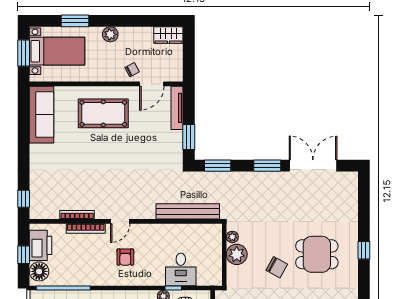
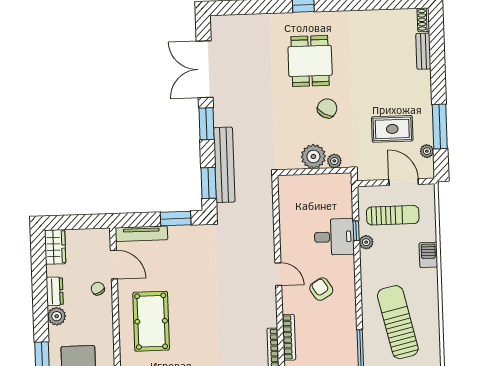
dresser: (131, 33) -> (55, 291), added
bench: (188, 211) -> (224, 165), moved
door: (120, 221) -> (278, 274), moved
plant: (232, 237) -> (334, 161), moved
armchair: (125, 257) -> (321, 289), turned -122
desk: (181, 269) -> (334, 237), moved

